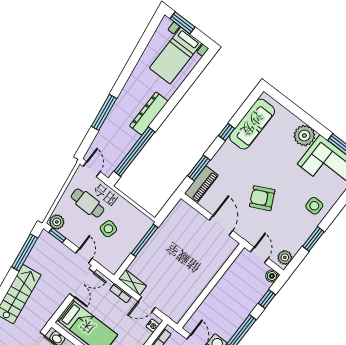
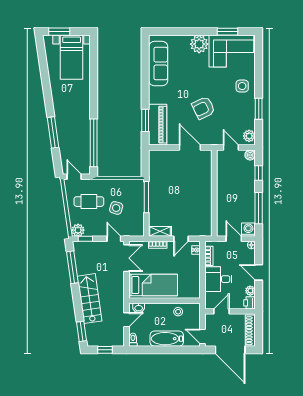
dresser: (149, 114) -> (84, 110), removed
window: (227, 132) -> (145, 82), removed
piano: (201, 184) -> (158, 125), width x1.37, depth x1.33

